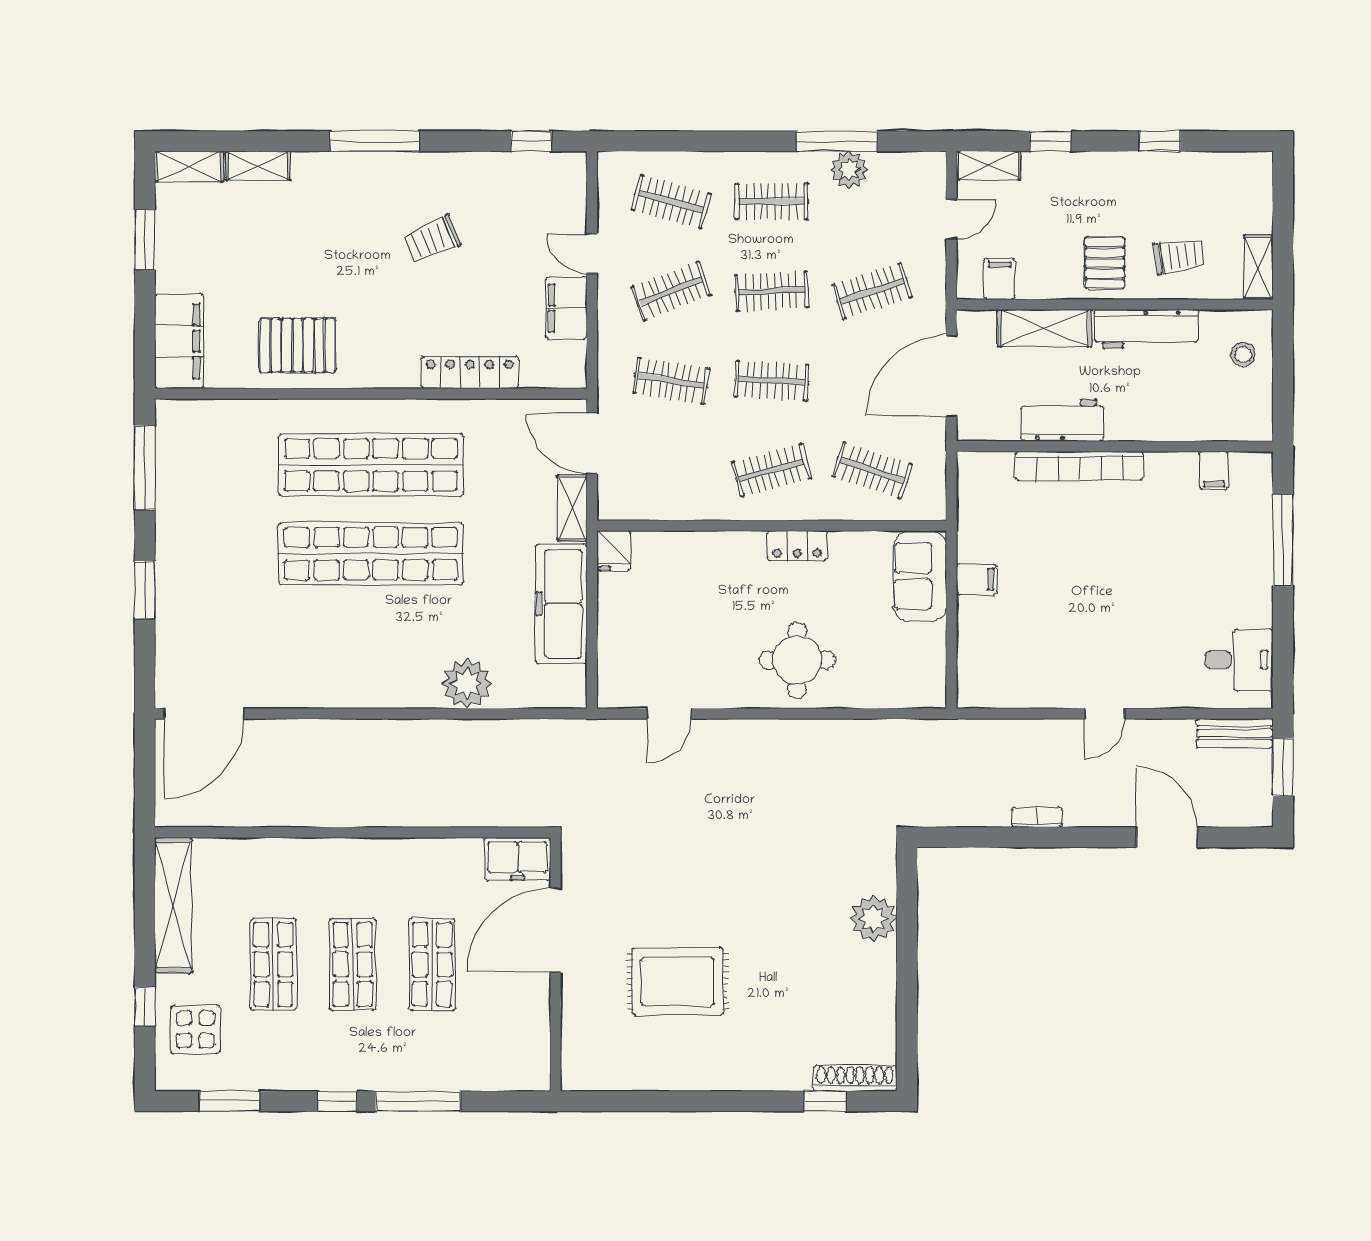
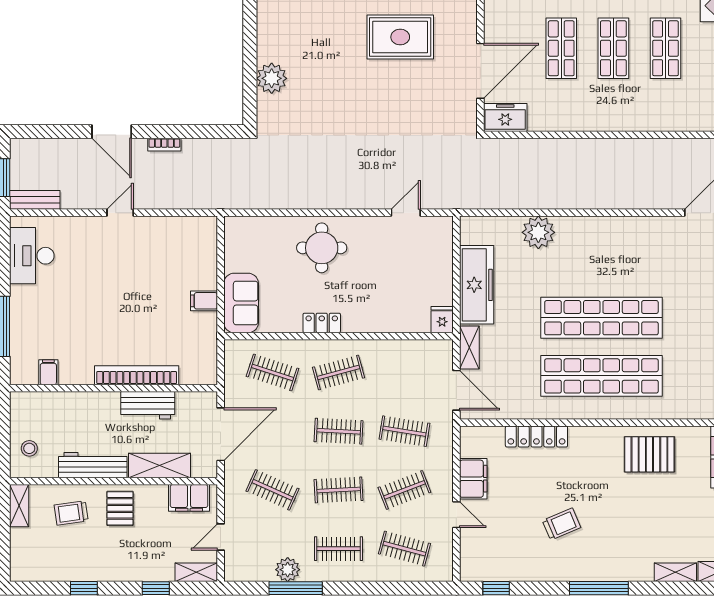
filing cabinet: (999, 279) -> (189, 498), width x2.00
clothes rail: (872, 291) -> (273, 490), turned 42
desk: (1239, 660) -> (32, 256), width x1.37
door: (1167, 837) -> (112, 132), moved

